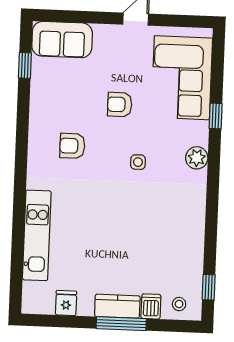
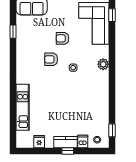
window: (25, 65) -> (13, 32), moved
window: (216, 116) -> (112, 15), moved
armchair: (72, 146) -> (51, 59), moved
window: (121, 324) -> (68, 151), width x0.46

